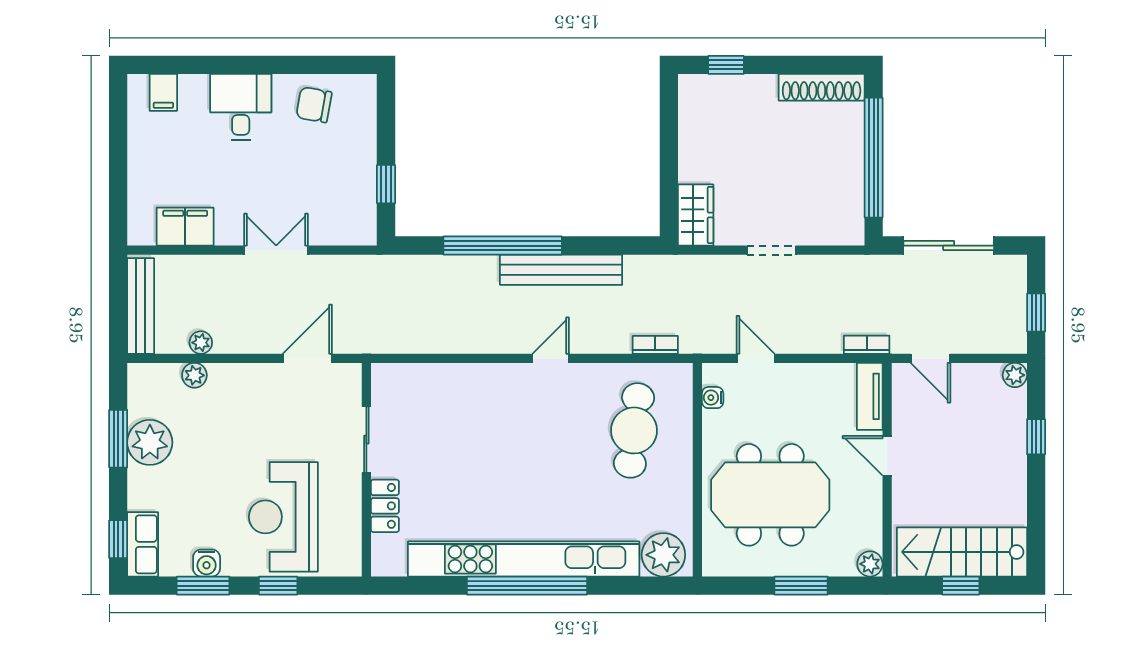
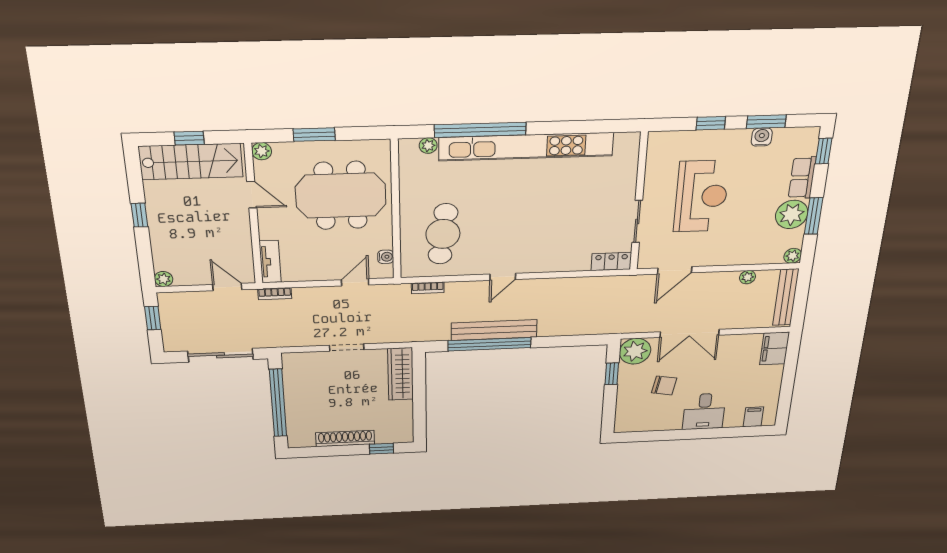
shoe rack: (822, 87) -> (345, 438), moved
chair: (314, 105) -> (664, 385), moved
wardrobe: (696, 215) -> (400, 374), width x1.50
plant: (354, 223) -> (635, 351), added
filing cabinet: (185, 227) -> (774, 348), moved, turned 90
window: (503, 246) -> (490, 344), moved
double door: (276, 250) -> (690, 333), width x1.37
door: (756, 358) -> (355, 282), swing flipped
plant: (194, 375) -> (793, 256), moved
window: (1036, 437) -> (139, 215), moved
door: (887, 456) -> (252, 195), moved
locker: (385, 506) -> (611, 261), moved, turned 90
reception desk: (283, 517) -> (701, 196), moved
row of seats: (143, 544) -> (802, 178), moved
plant: (663, 555) -> (428, 146), width x0.53, depth x0.53
window: (527, 586) -> (480, 130), moved

